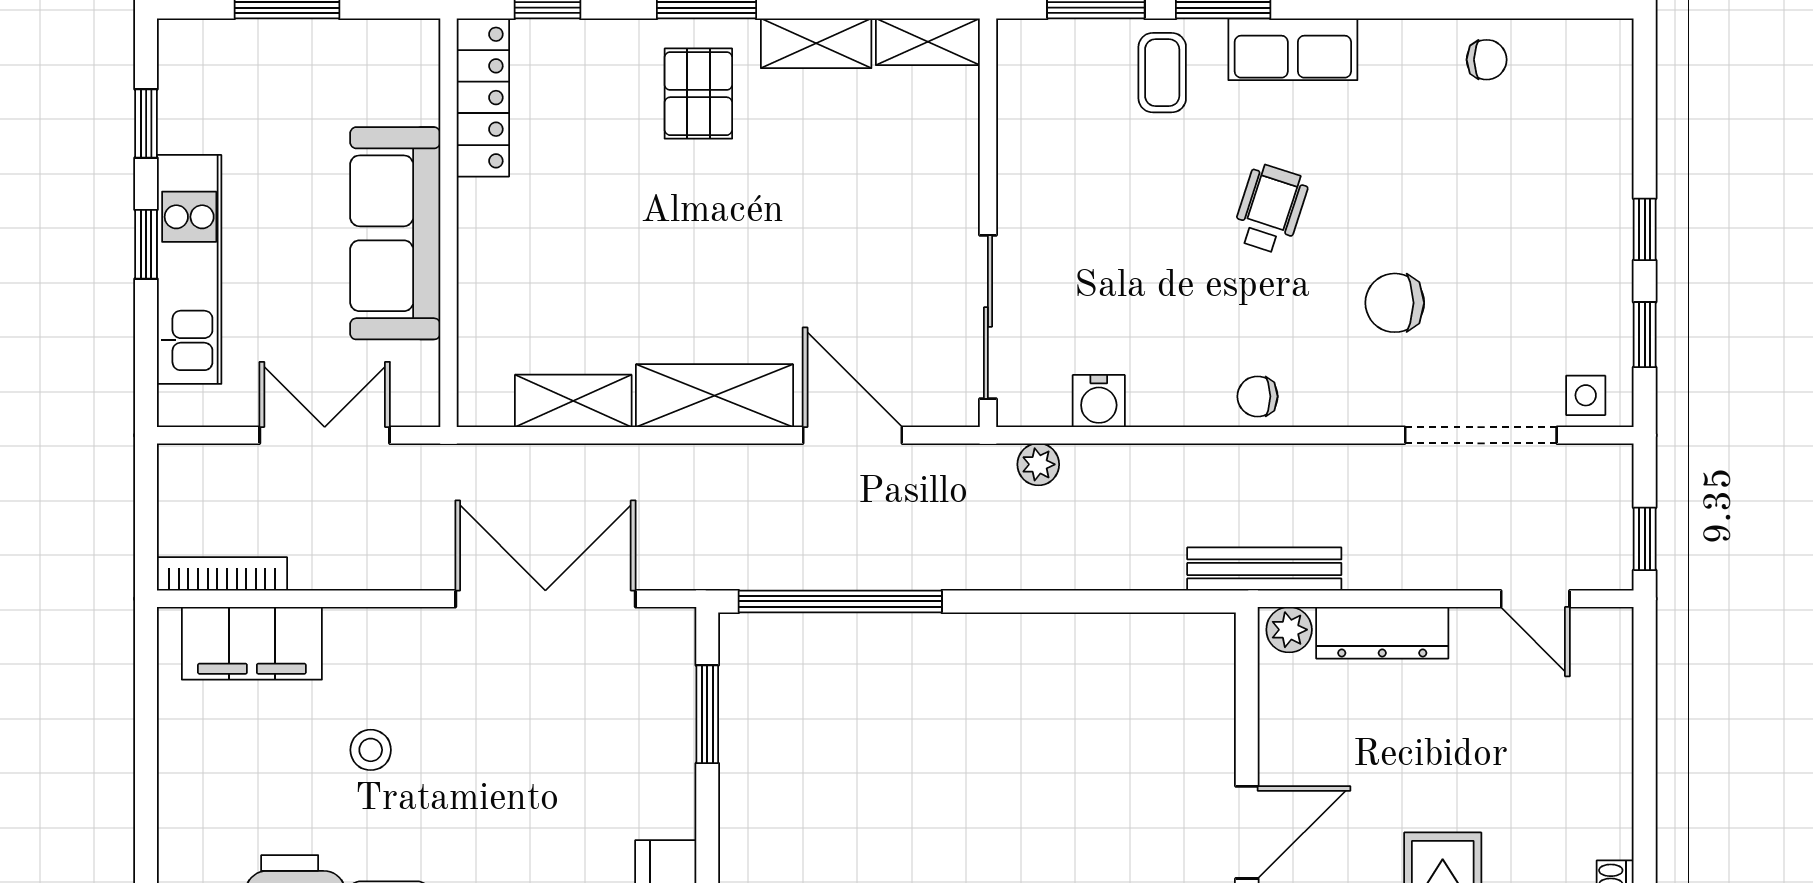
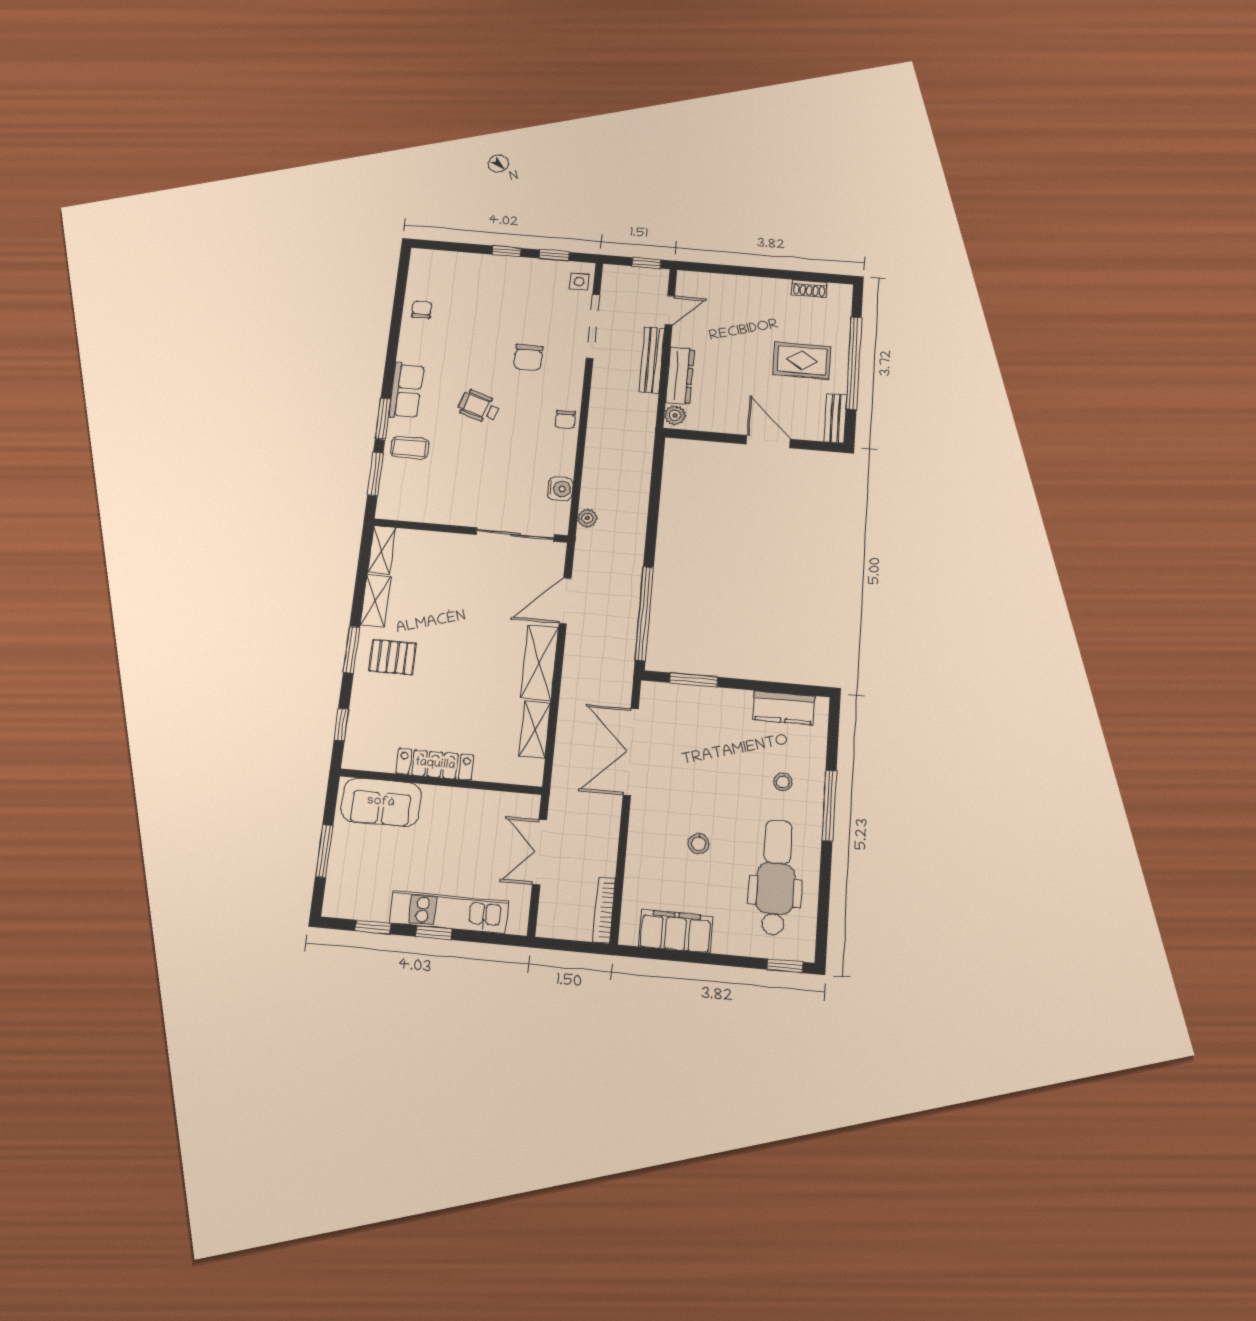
locker: (483, 98) -> (435, 764), moved
sofa: (395, 233) -> (381, 802), moved, width x0.73
bench: (1264, 569) -> (652, 360), moved
filing cabinet: (252, 643) -> (676, 931), moved, turned -90

